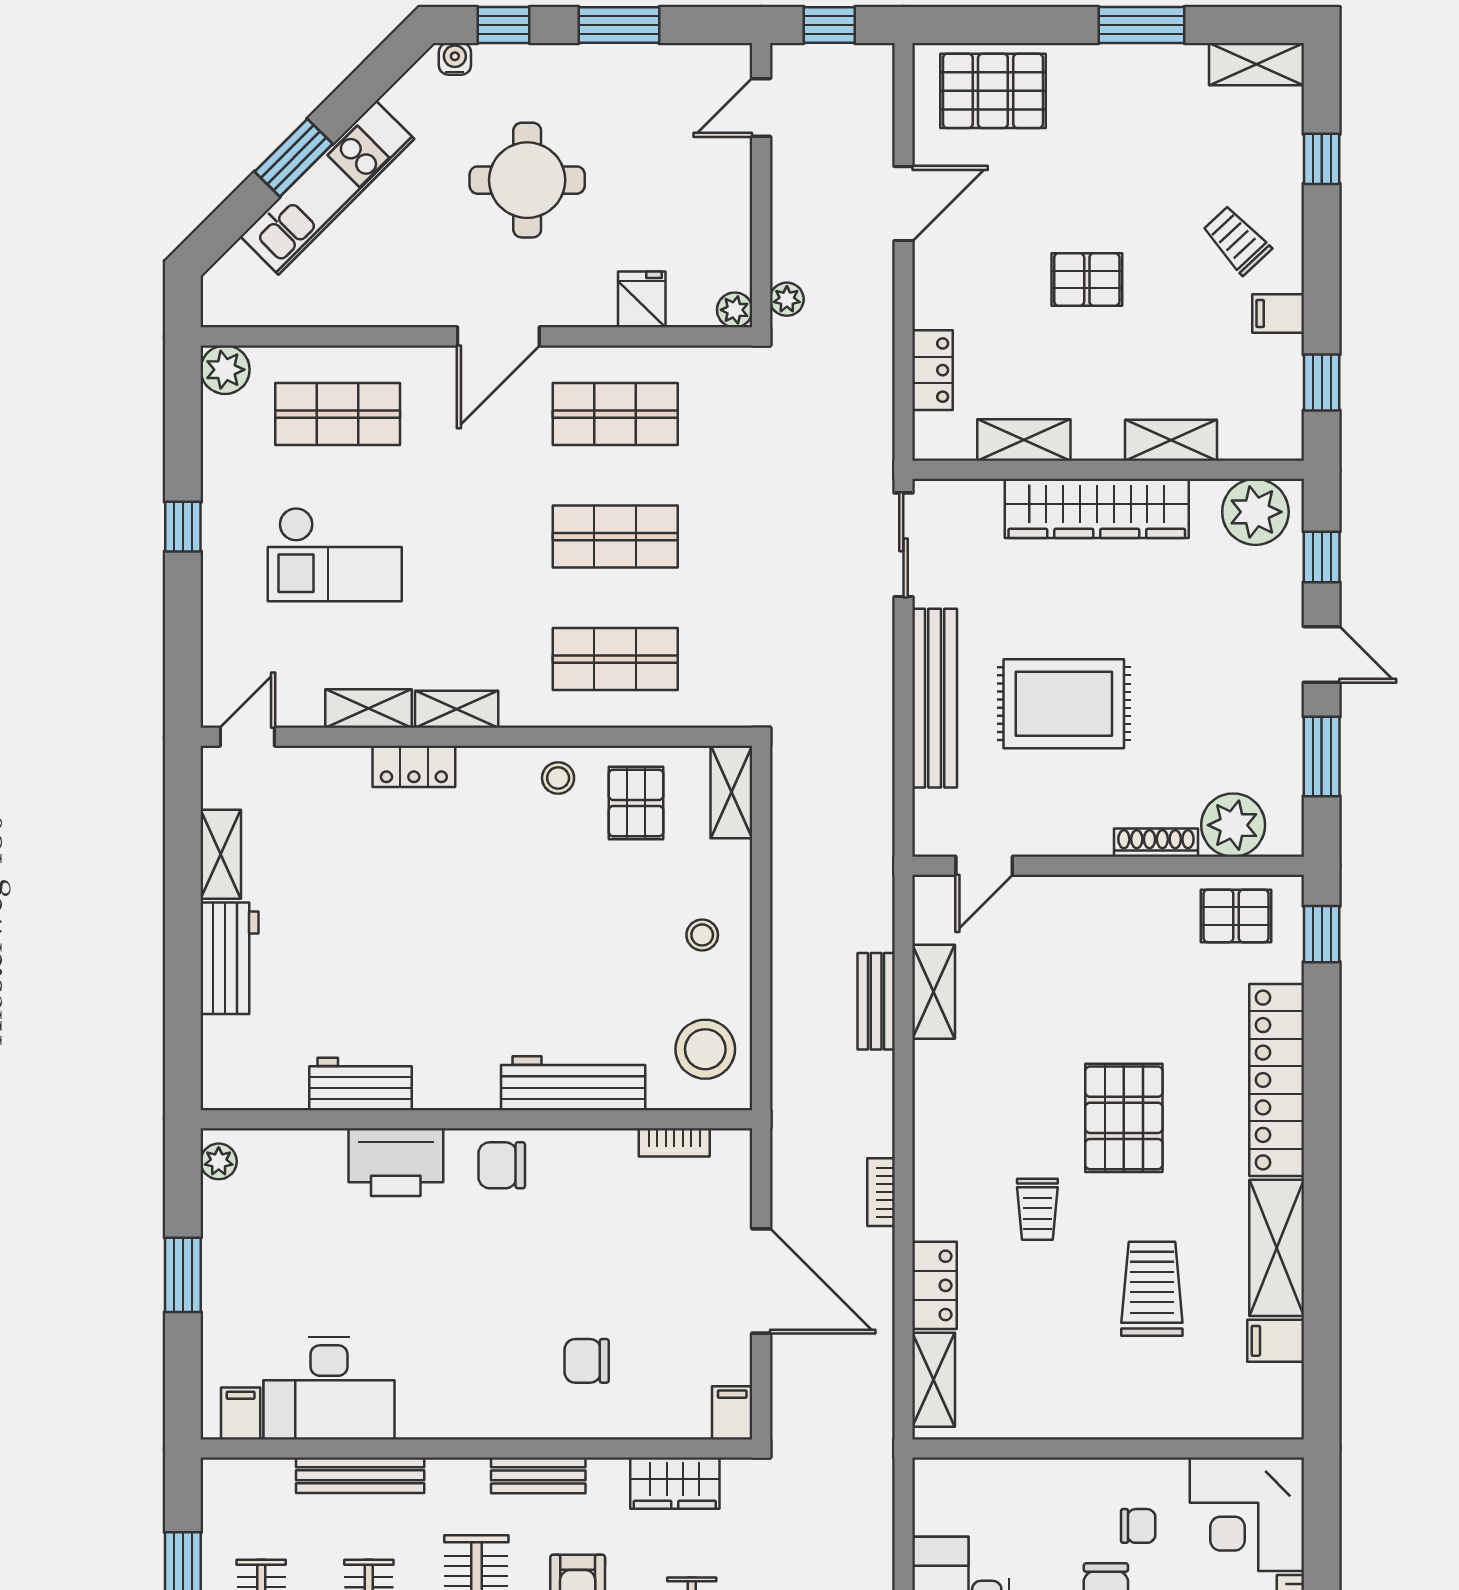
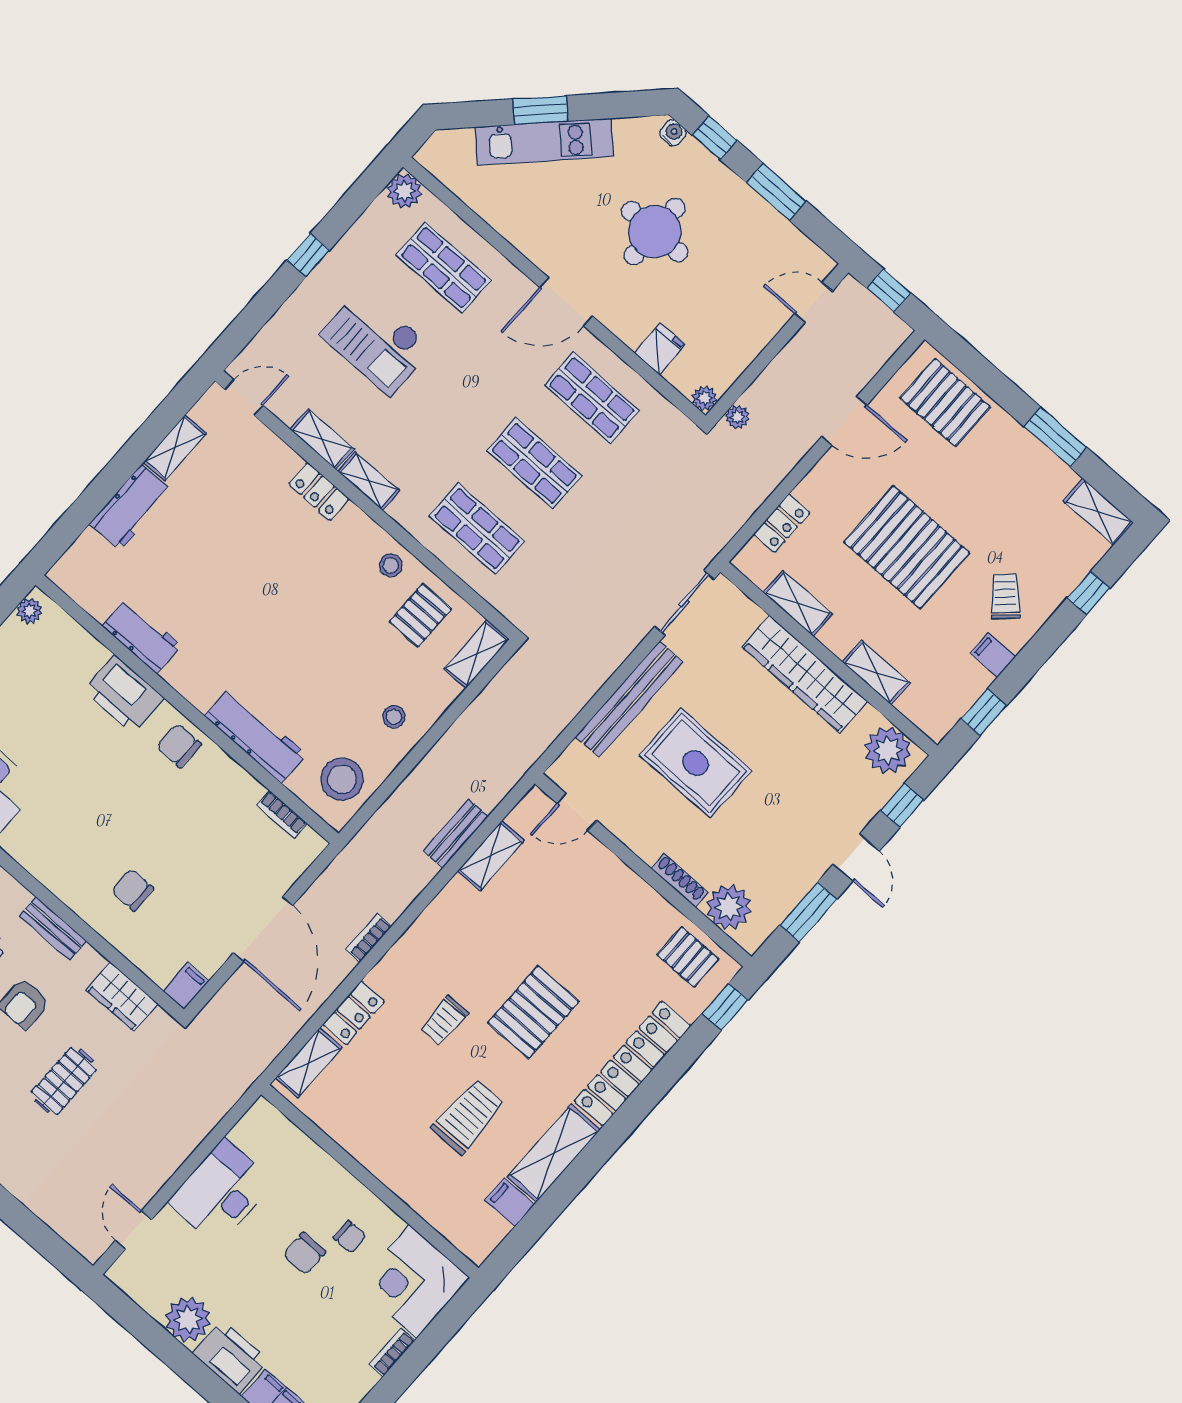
pallet: (1087, 280) -> (907, 547), width x2.05, depth x2.00

